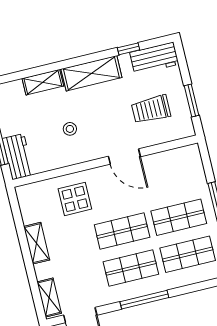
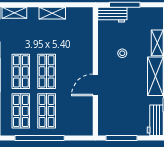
window: (192, 100) -> (122, 138), width x1.44
trolley: (151, 109) -> (122, 110), removed
display table: (75, 199) -> (75, 45), removed

